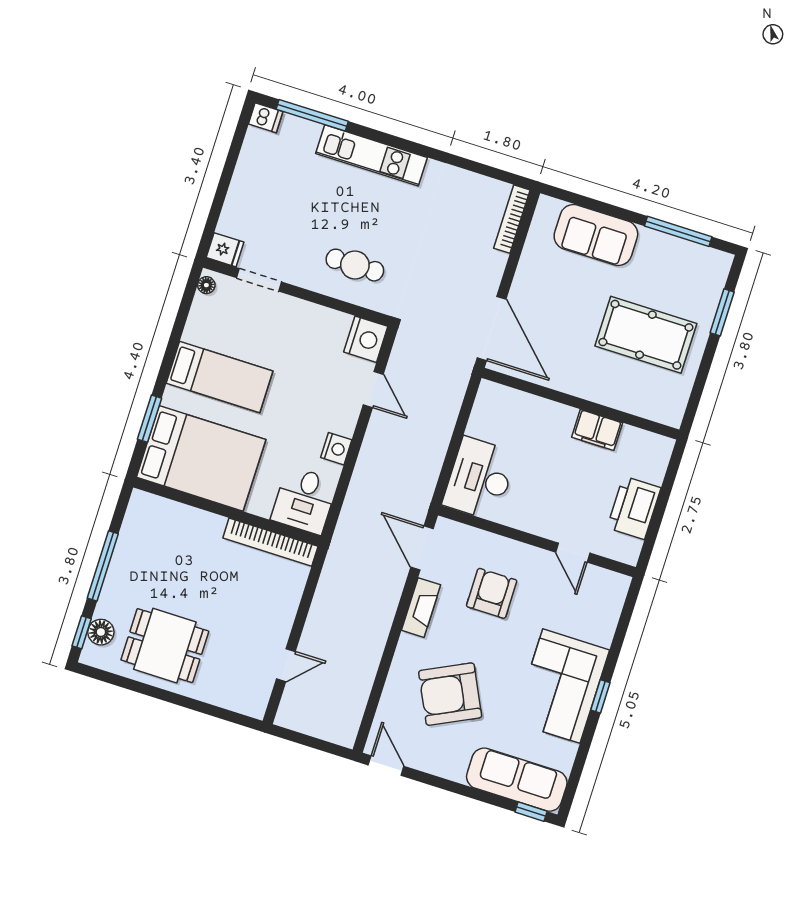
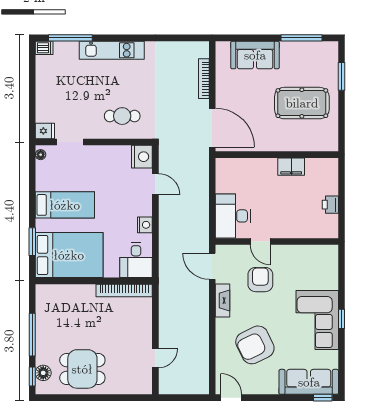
bookcase: (512, 219) -> (204, 79), moved
printer: (634, 508) -> (330, 205), width x0.53, depth x0.68
door: (573, 553) -> (260, 241), moved

